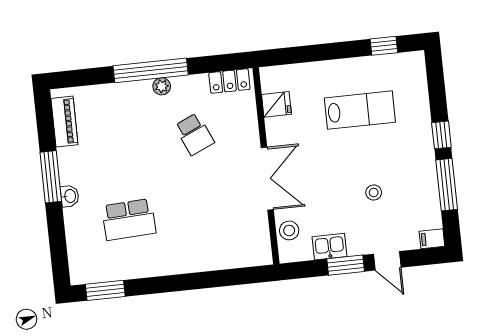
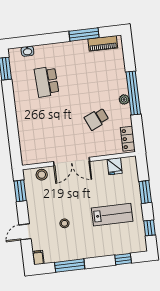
window: (322, 52) -> (145, 192), added
lab bench: (360, 110) -> (112, 215), turned -90
window: (441, 135) -> (123, 259), moved
window: (51, 177) -> (84, 34), moved
washbasin: (70, 196) -> (27, 51), moved
kitchen sink: (329, 247) -> (33, 198), removed
window: (346, 265) -> (20, 191), moved

